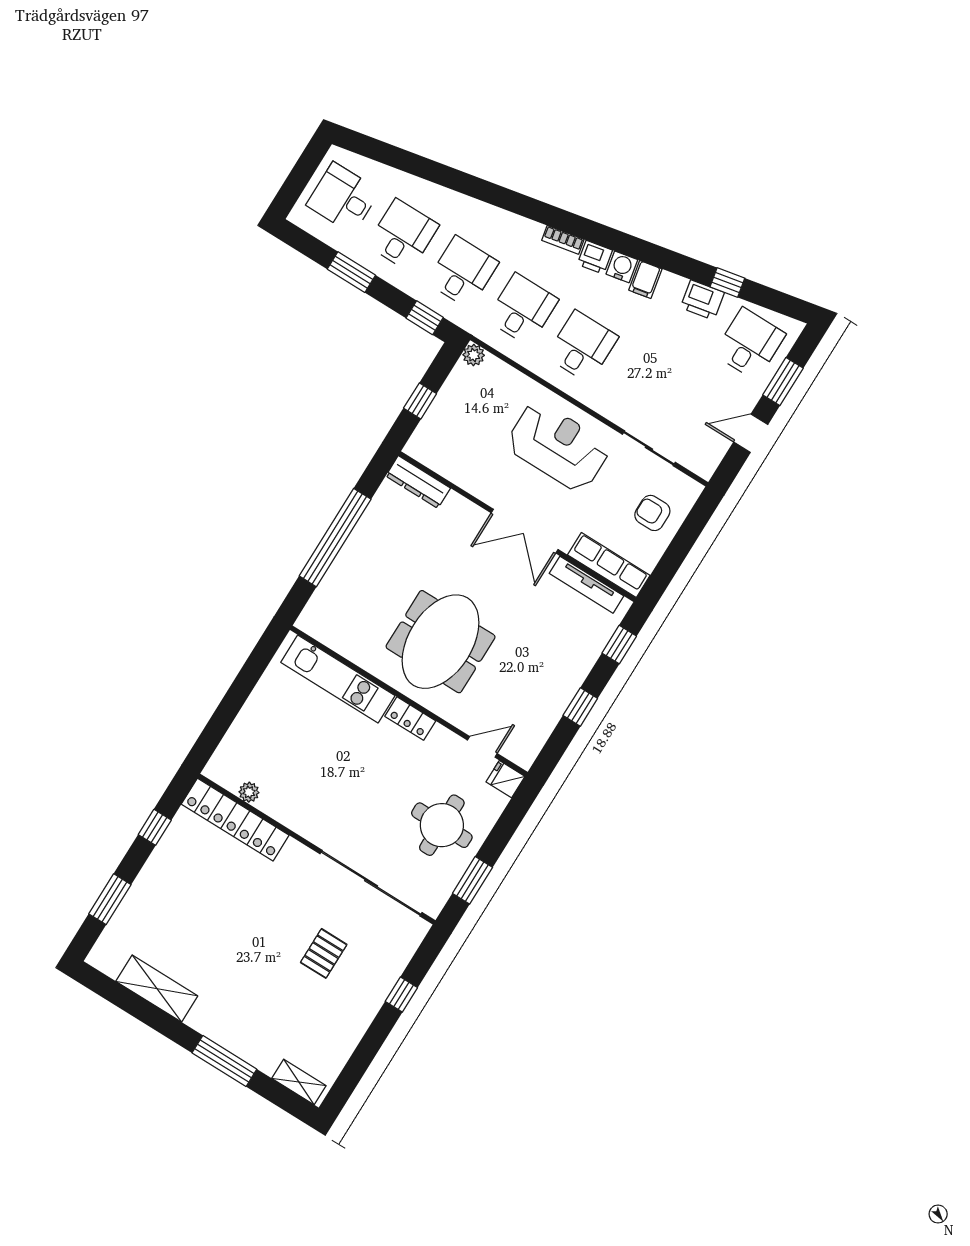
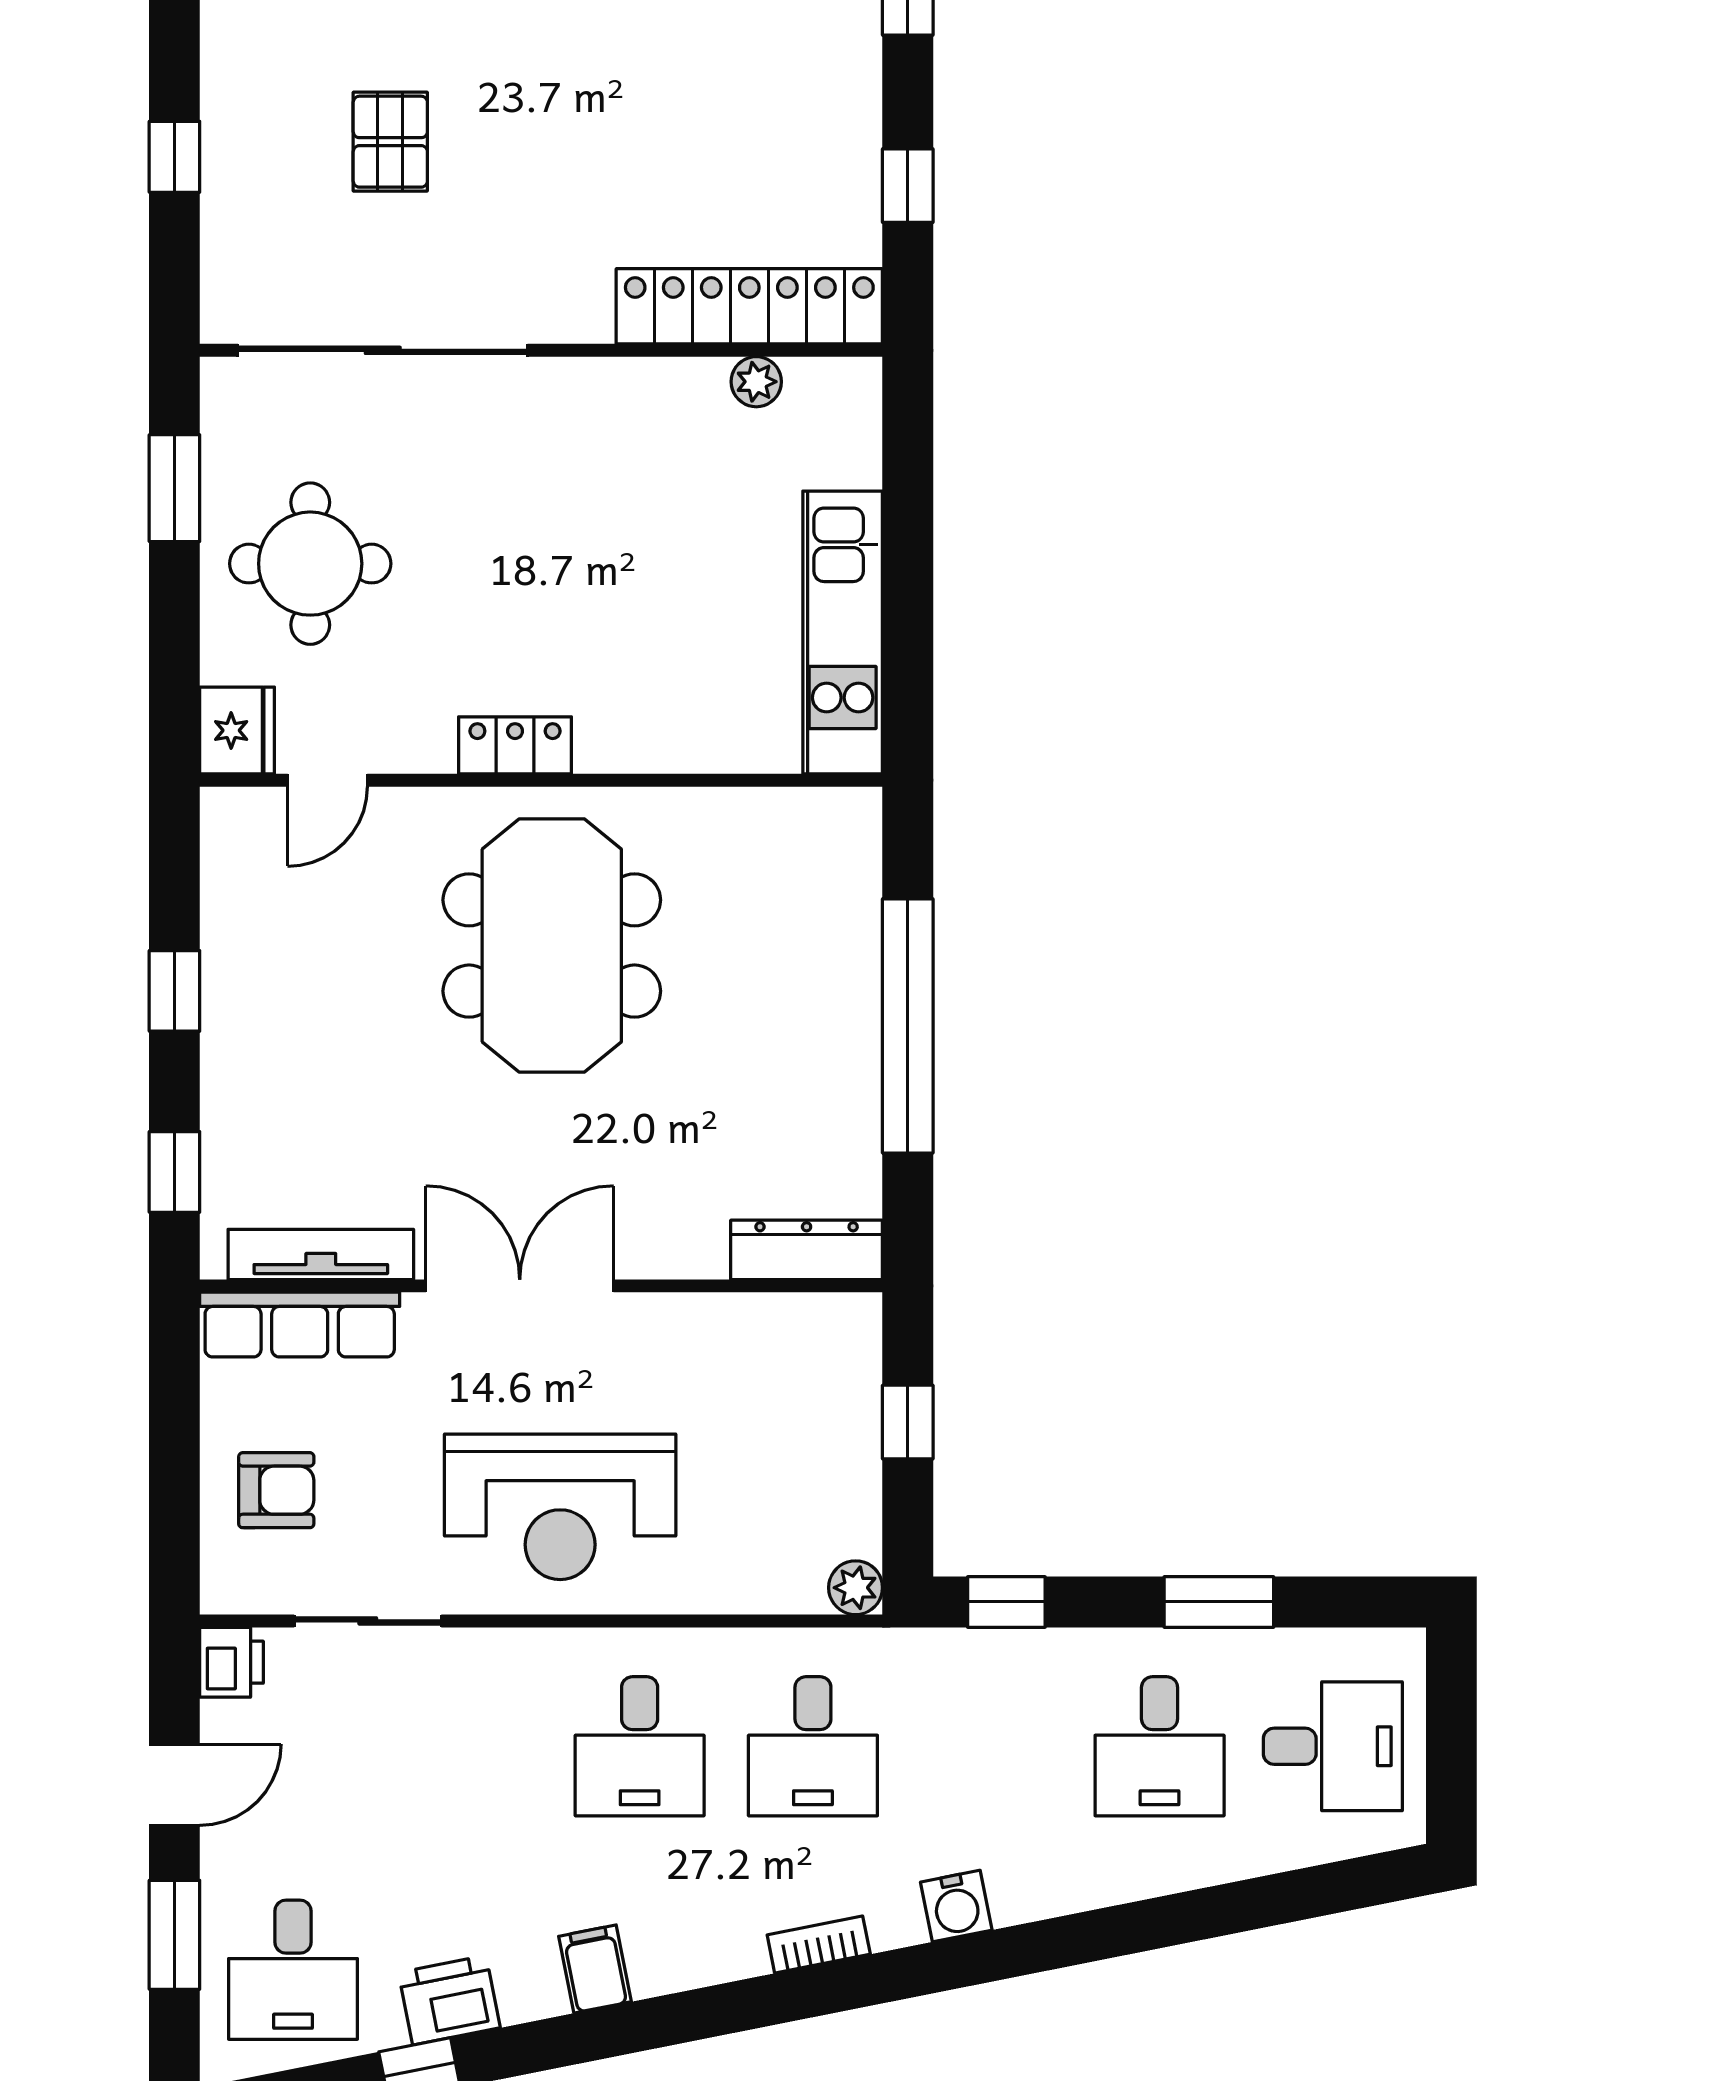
printer: (595, 257) -> (232, 1662), moved, turned 101
water cooler: (622, 267) -> (956, 1906), moved
desk: (463, 272) -> (986, 1746), removed
kitchen unit: (338, 679) -> (843, 632), moved, turned -90
fridge: (505, 779) -> (237, 730), width x1.38

